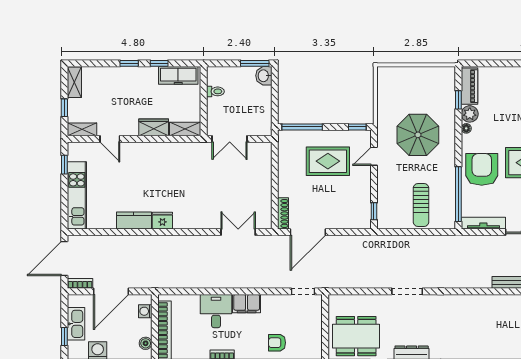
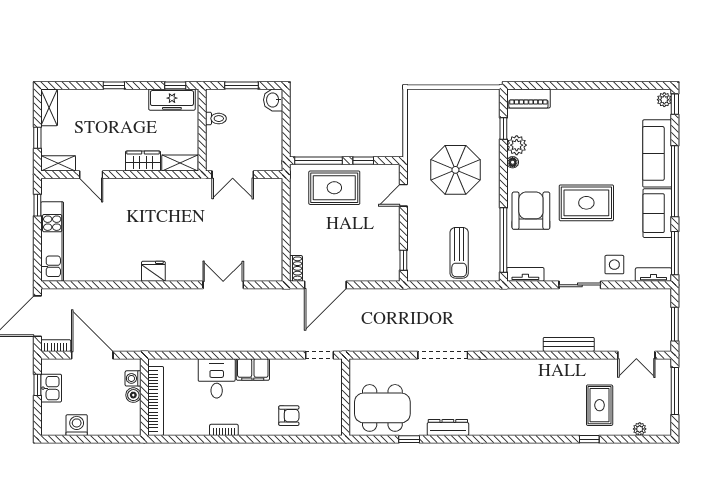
window: (159, 63) -> (175, 85), moved
window: (255, 63) -> (241, 85), moved
piano: (470, 86) -> (528, 98), moved, turned 90
window: (357, 127) -> (363, 161), moved
rug: (328, 161) -> (334, 188), moved
shoe rack: (283, 213) -> (296, 268), width x0.70
kitchen counter: (134, 220) -> (120, 271), removed
tv unit: (483, 223) -> (525, 274), width x0.71
double door: (238, 232) -> (223, 285), moved
door: (111, 291) -> (92, 355), swing flipped
doorway: (407, 291) -> (443, 355), width x1.36
kitchen sink: (76, 324) -> (51, 388), width x0.73
window: (64, 336) -> (37, 385), moved
boiler: (146, 343) -> (133, 395), moved
armchair: (277, 343) -> (289, 416), turned 180

